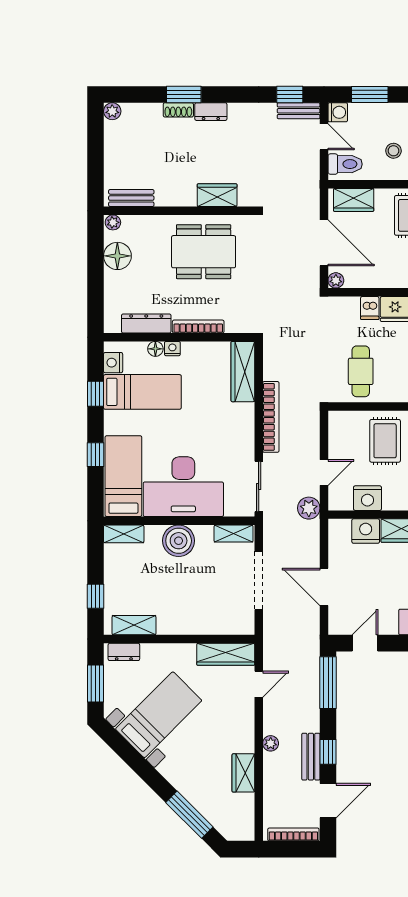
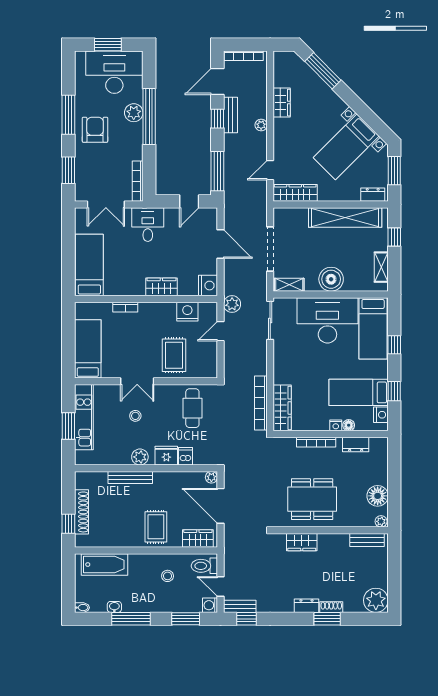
plant: (112, 111) -> (376, 600), width x1.88, depth x1.88
dresser: (146, 323) -> (356, 445), width x0.70
bookcase: (271, 417) -> (261, 403), moved
nightstand: (366, 531) -> (208, 286), moved, turned -90
shelving: (124, 534) -> (381, 267), moved, turned 90
shelving: (134, 625) -> (345, 217), width x2.20, depth x1.33

